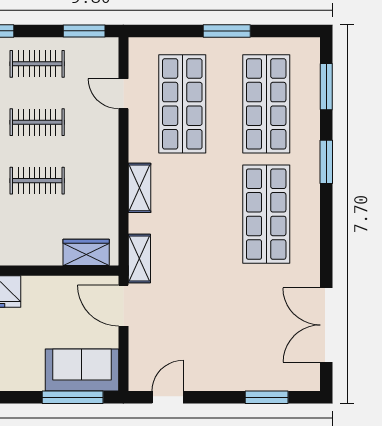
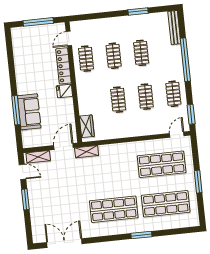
window: (326, 87) -> (177, 231), removed
door: (123, 94) -> (177, 135), moved
shelving: (139, 188) -> (38, 157), moved
sofa: (82, 370) -> (29, 112), moved
window: (73, 397) -> (16, 110), moved
window: (267, 397) -> (25, 199), moved

